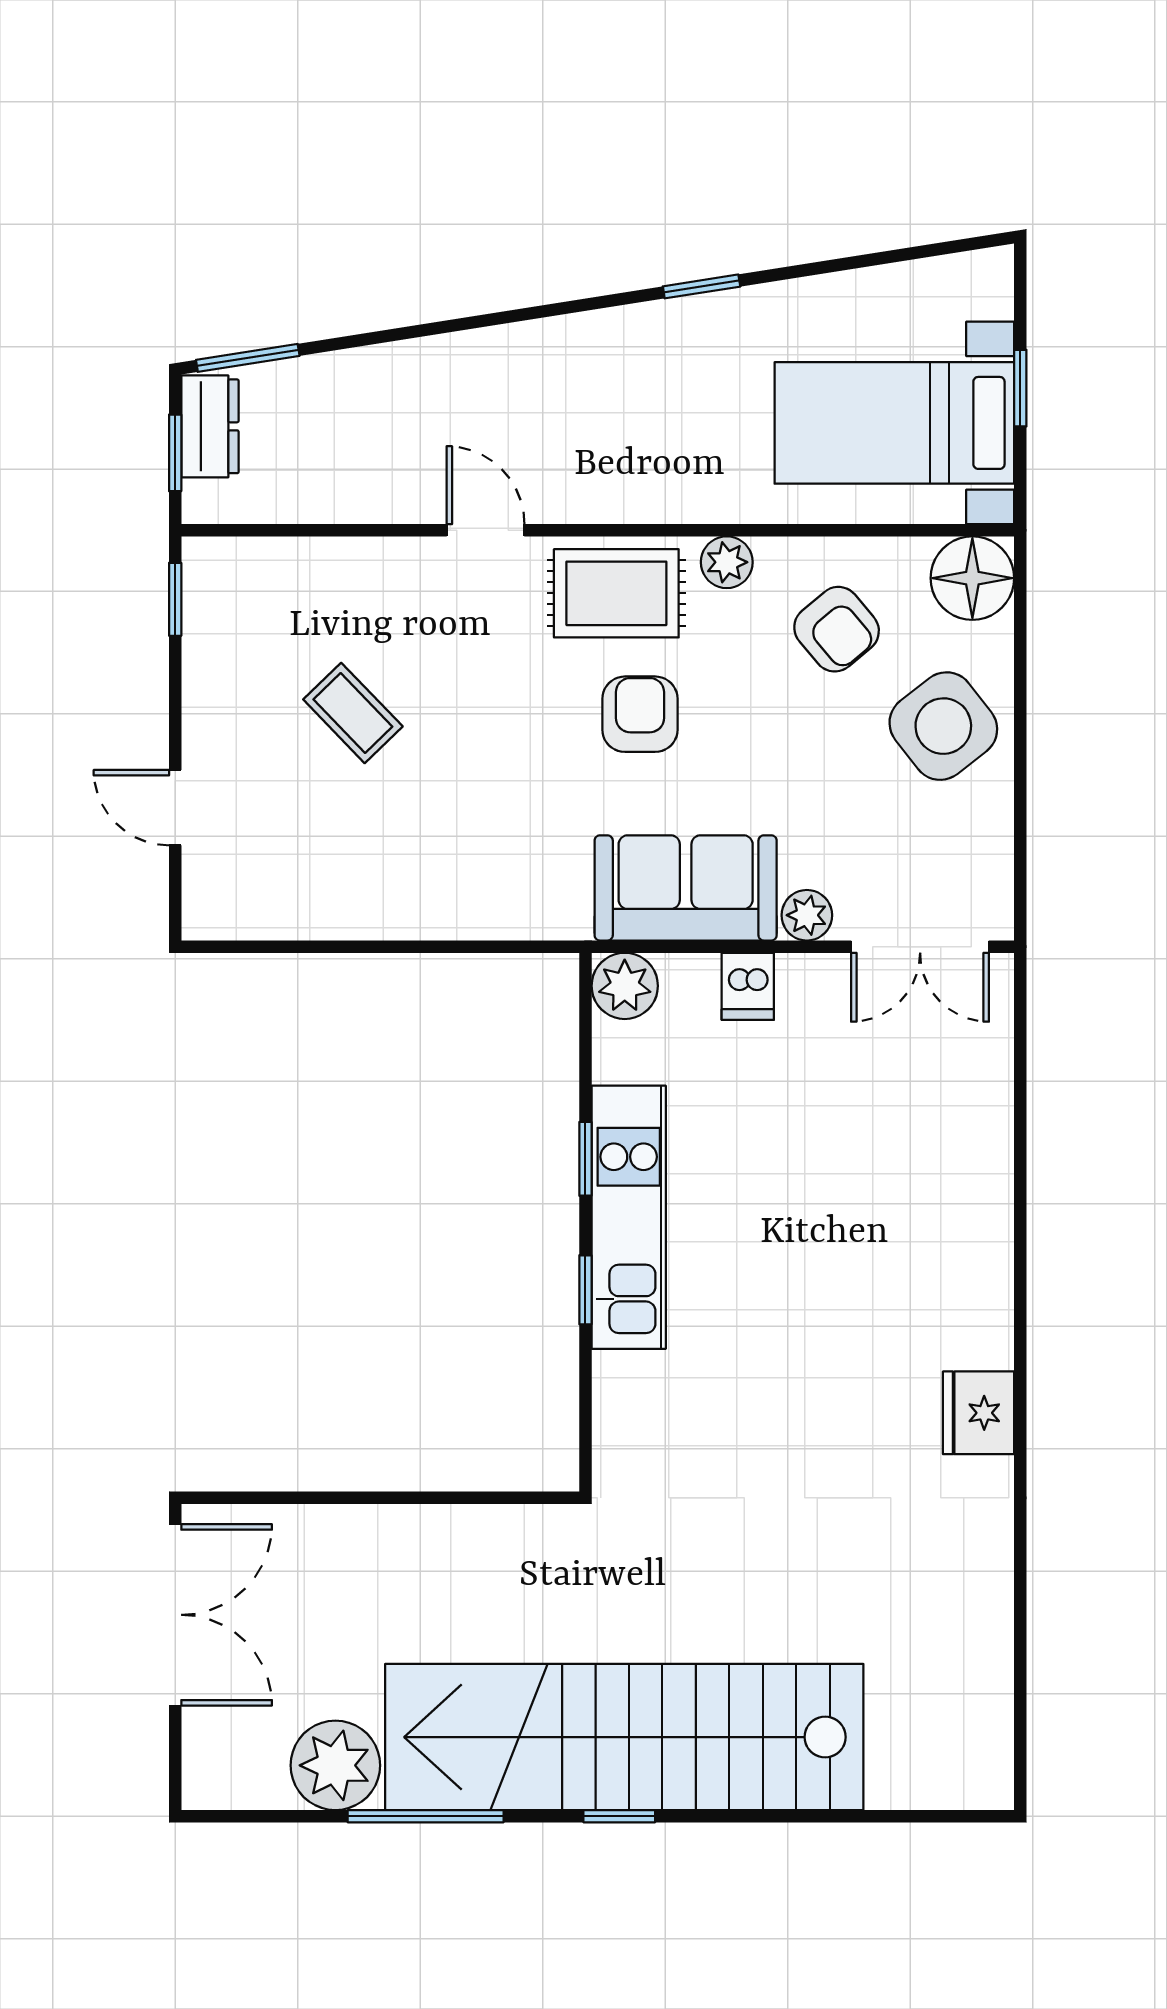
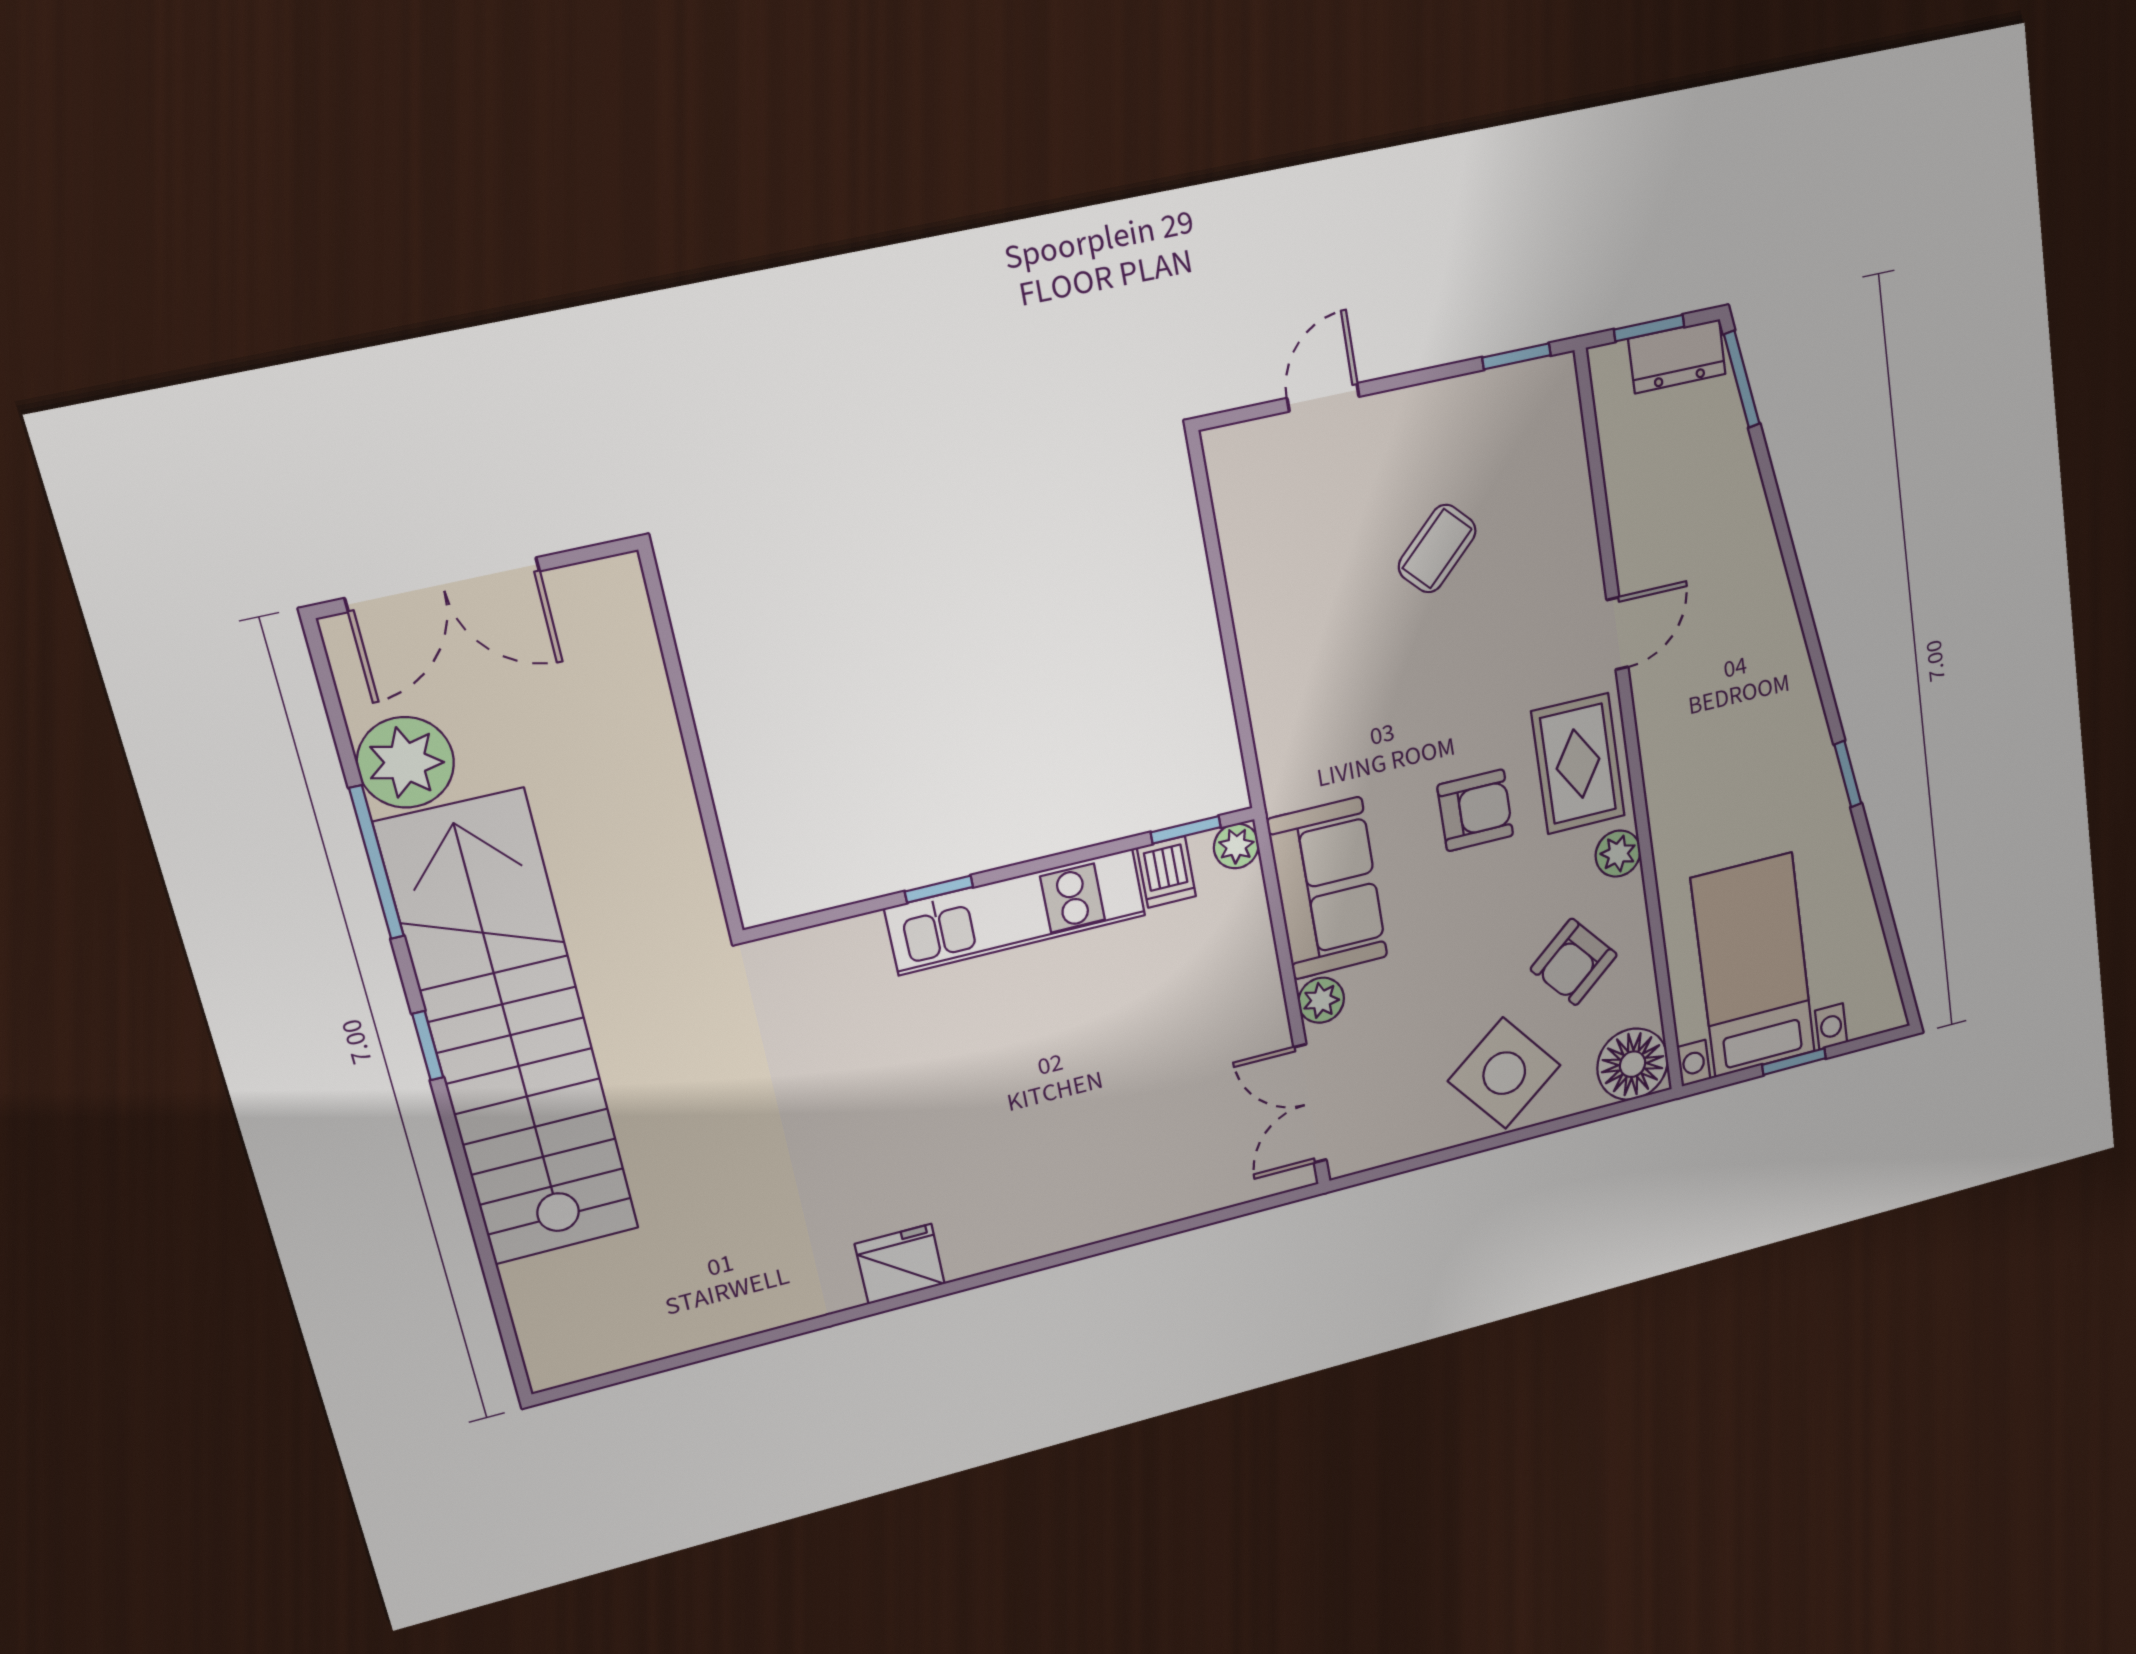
plant: (625, 986) -> (1236, 846), width x0.73, depth x0.73
dishwasher: (748, 986) -> (1166, 872), moved, turned -90
window: (585, 1159) -> (1186, 830), moved
double door: (175, 1615) -> (443, 585), moved

